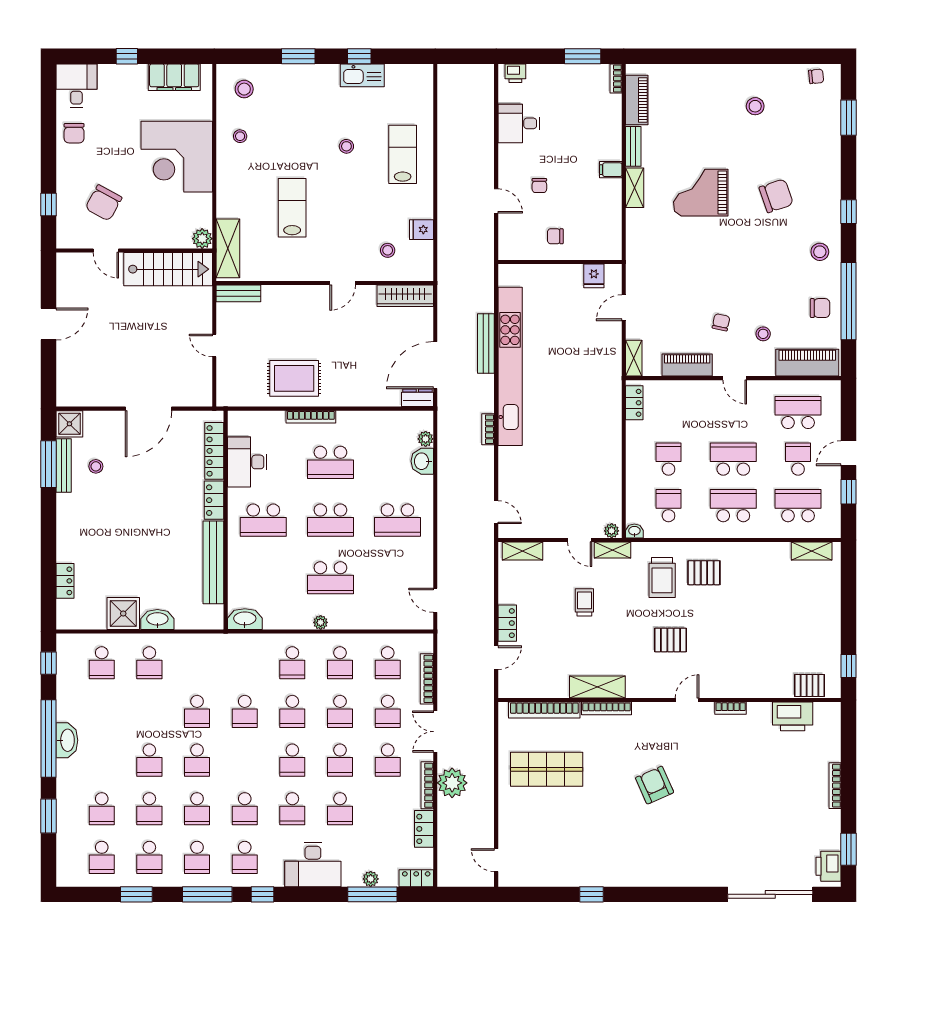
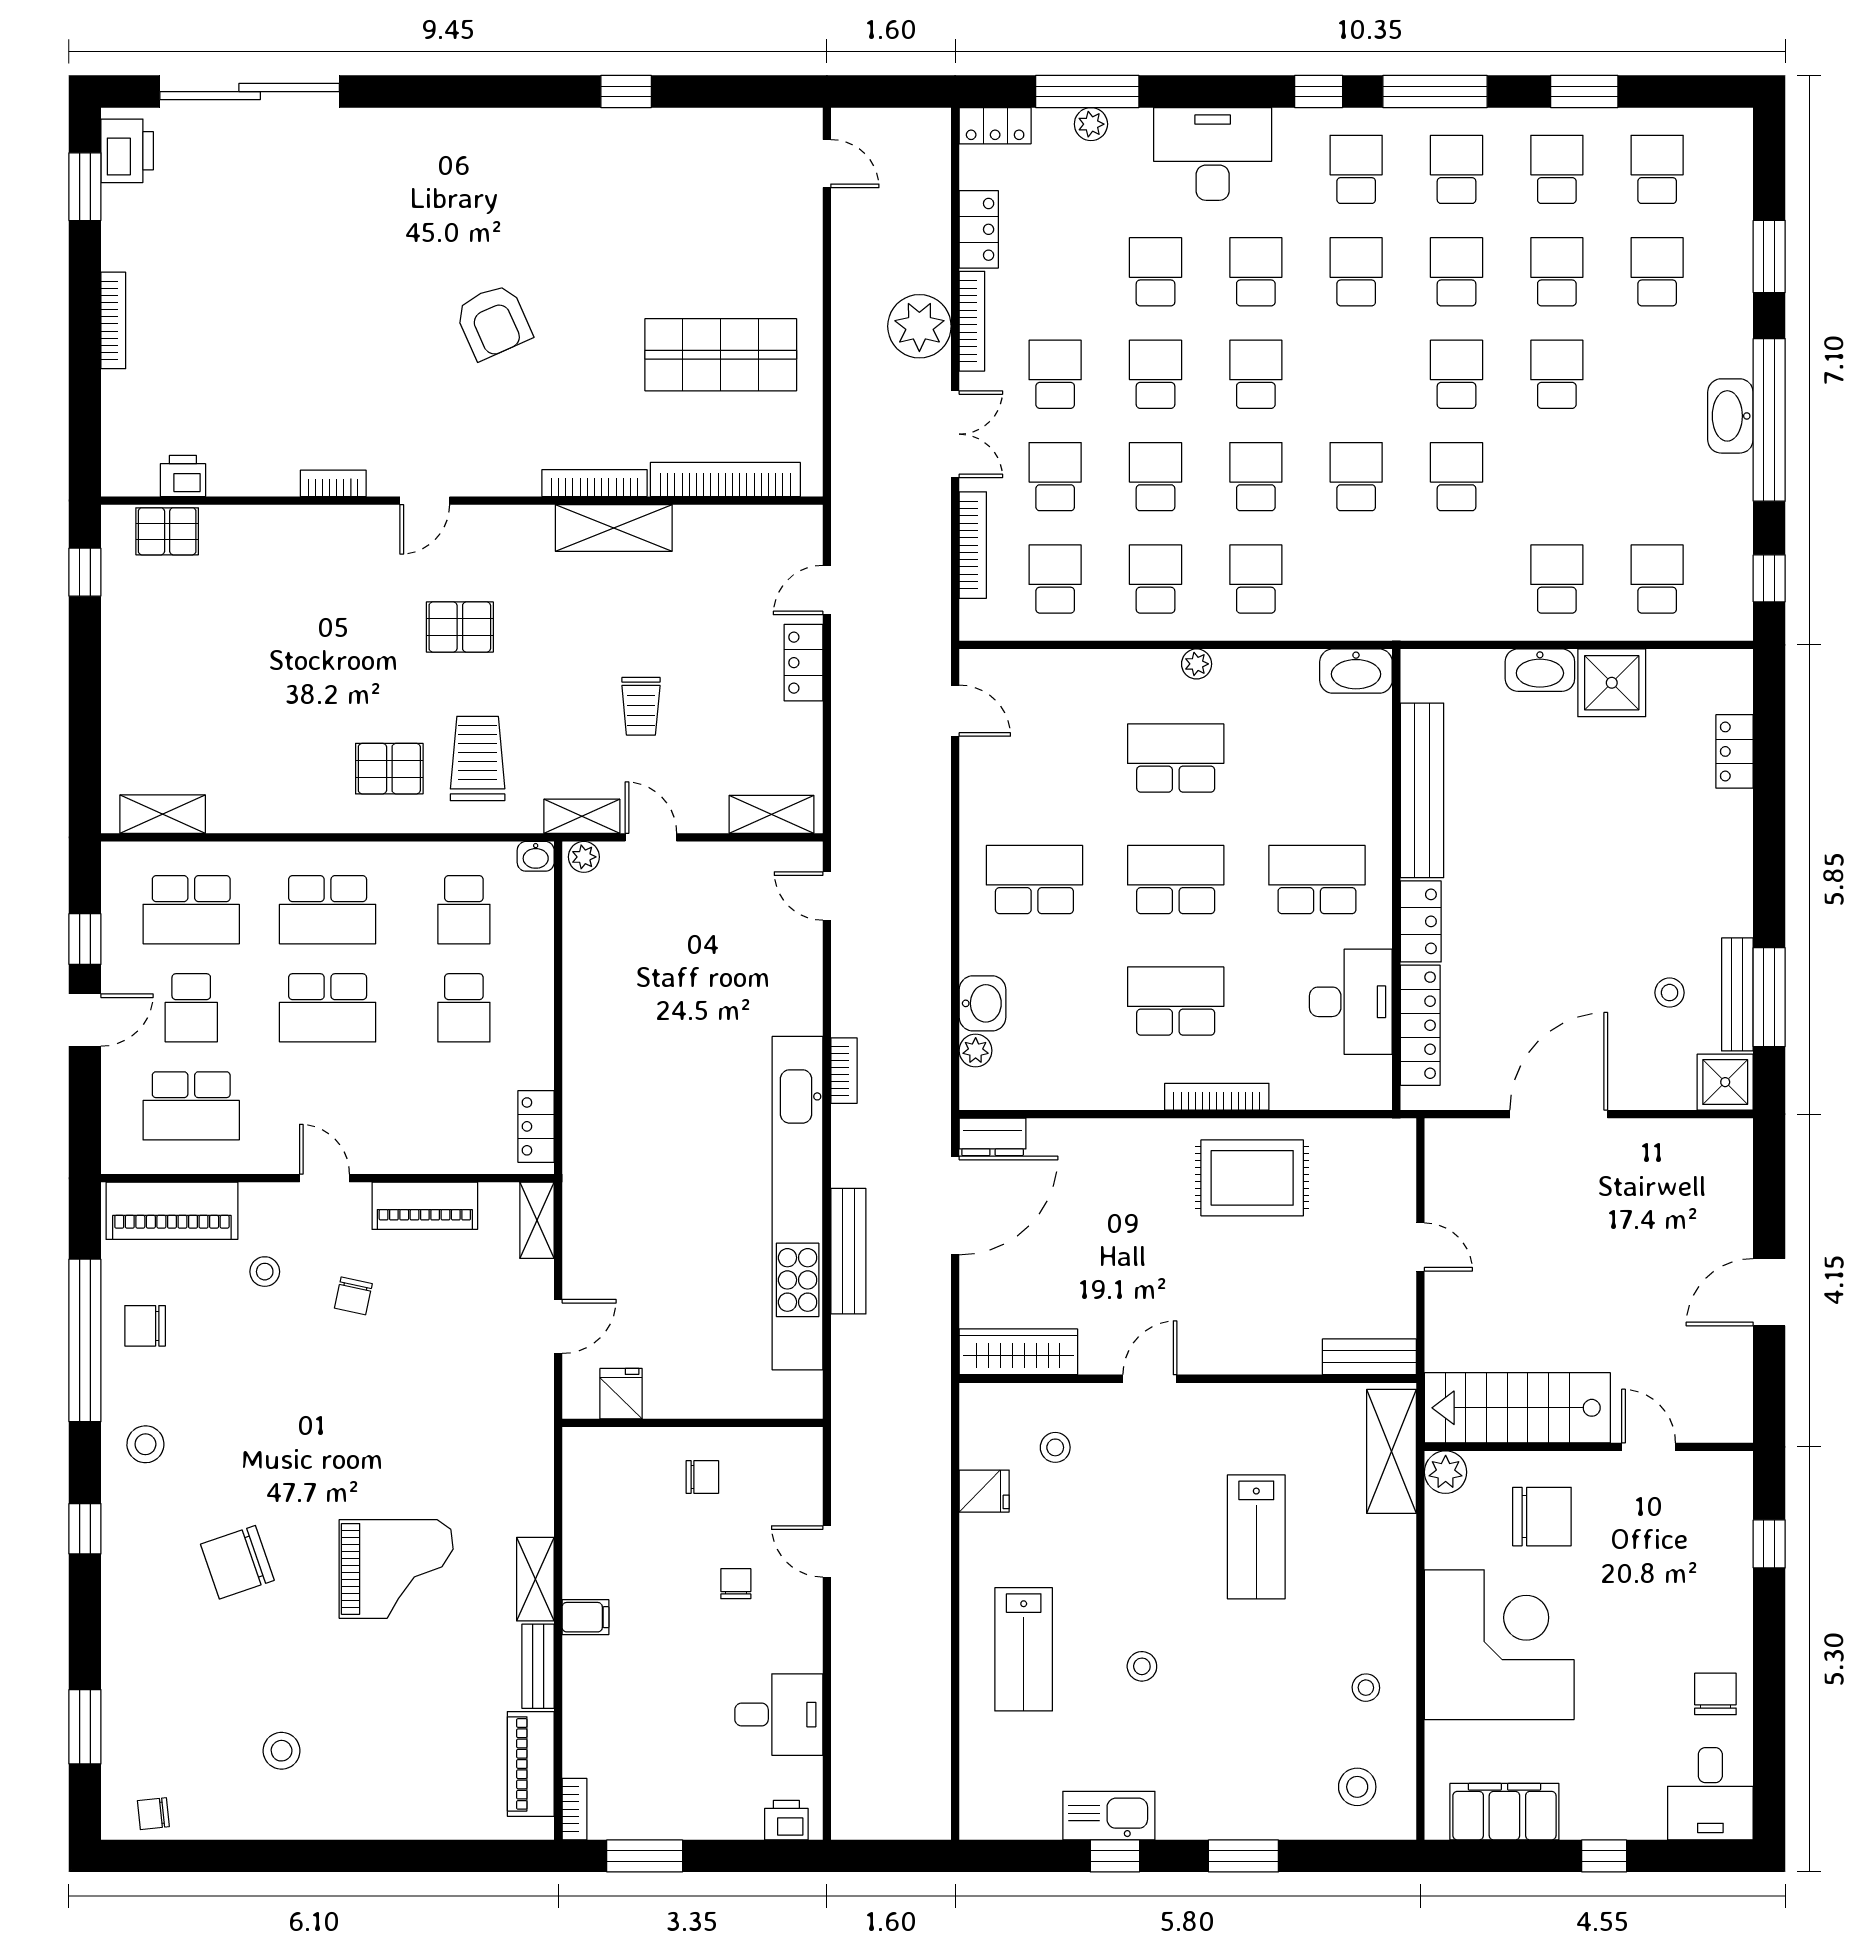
chair: (104, 203) -> (1542, 1517), moved, turned 61
printer: (793, 716) -> (183, 476), width x0.53, depth x0.68

